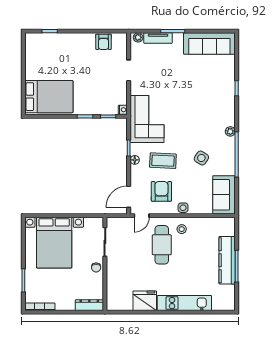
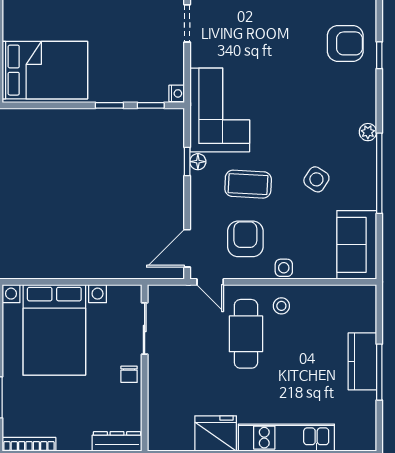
armchair: (218, 82) -> (345, 43), added
floor lamp: (135, 160) -> (198, 162), moved
door: (142, 216) -> (210, 282), hinge flipped
kitchen counter: (227, 260) -> (362, 361), width x0.67

